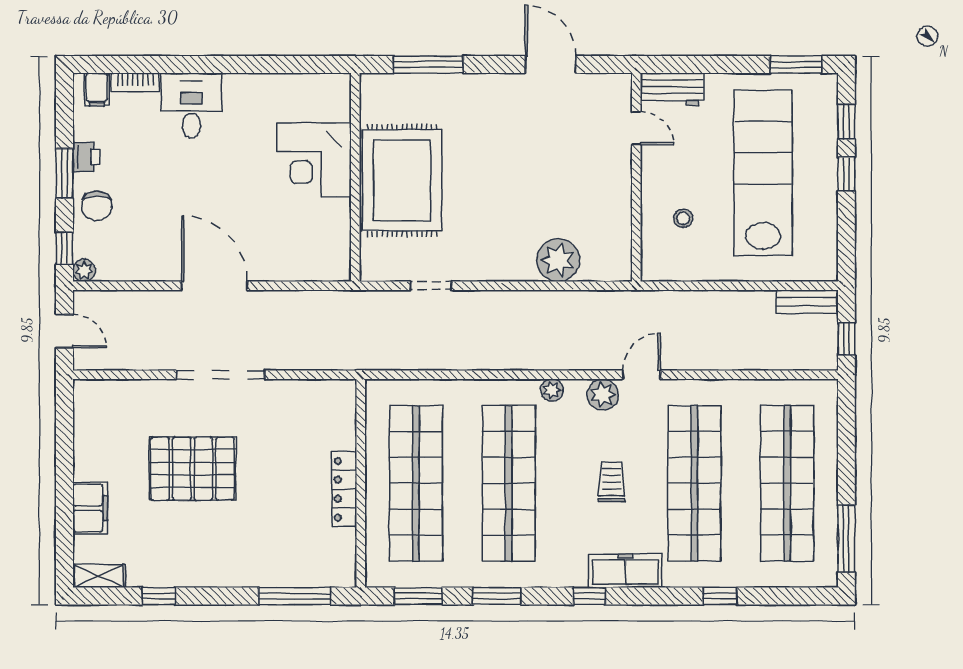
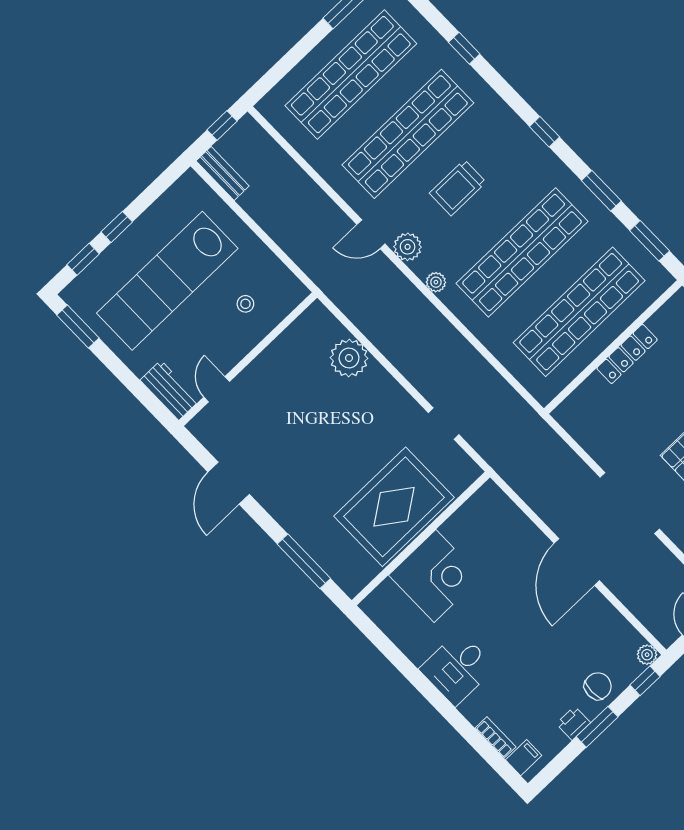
desk: (191, 105) -> (457, 668), moved
trolley: (612, 482) -> (458, 188), width x1.36, depth x1.39
freezer: (625, 571) -> (506, 124), removed

